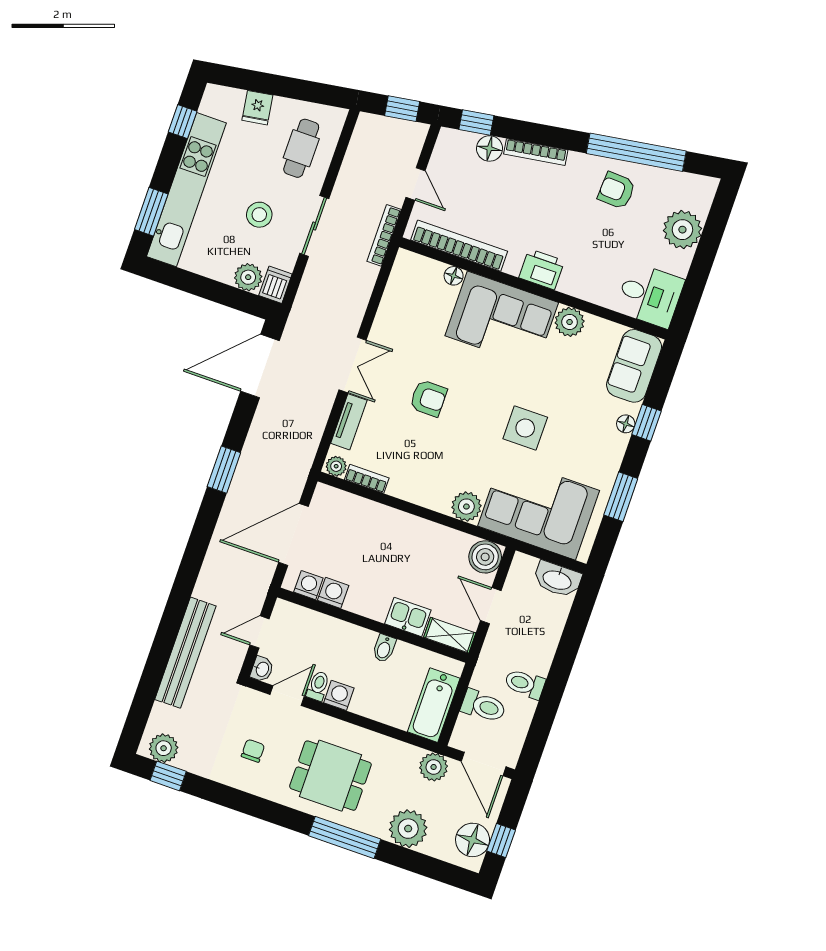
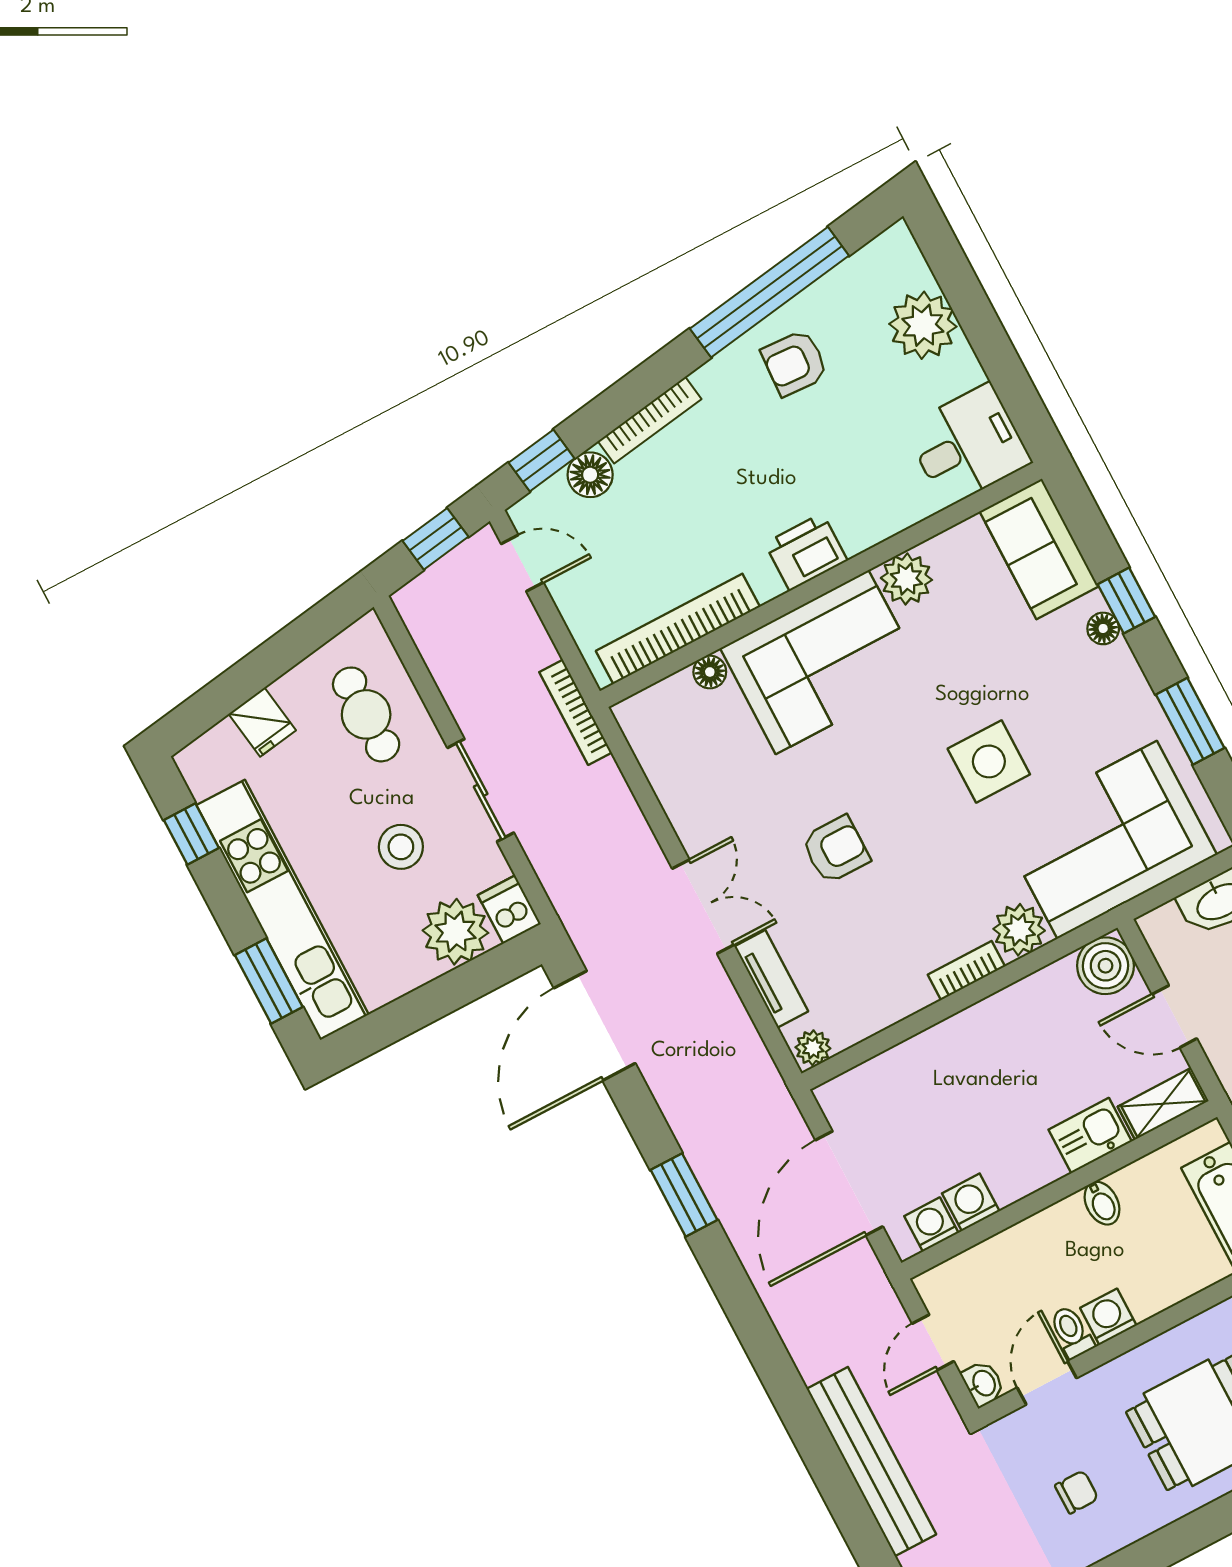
door: (416, 184) -> (522, 563), moved
plant: (248, 277) -> (455, 932), width x1.36, depth x1.36
bookcase: (367, 479) -> (966, 971), moved
chair: (253, 751) -> (1077, 1492), turned 90

